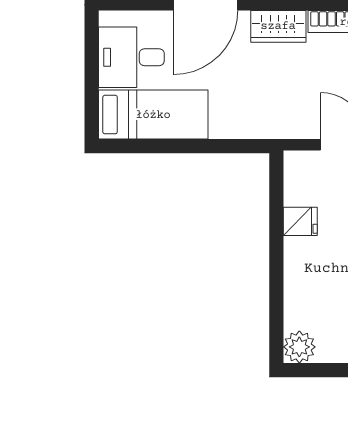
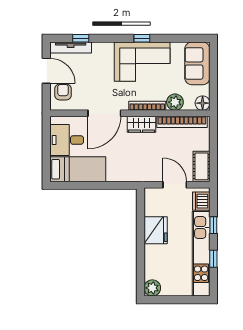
fridge: (300, 221) -> (156, 230), width x1.88, depth x1.34

